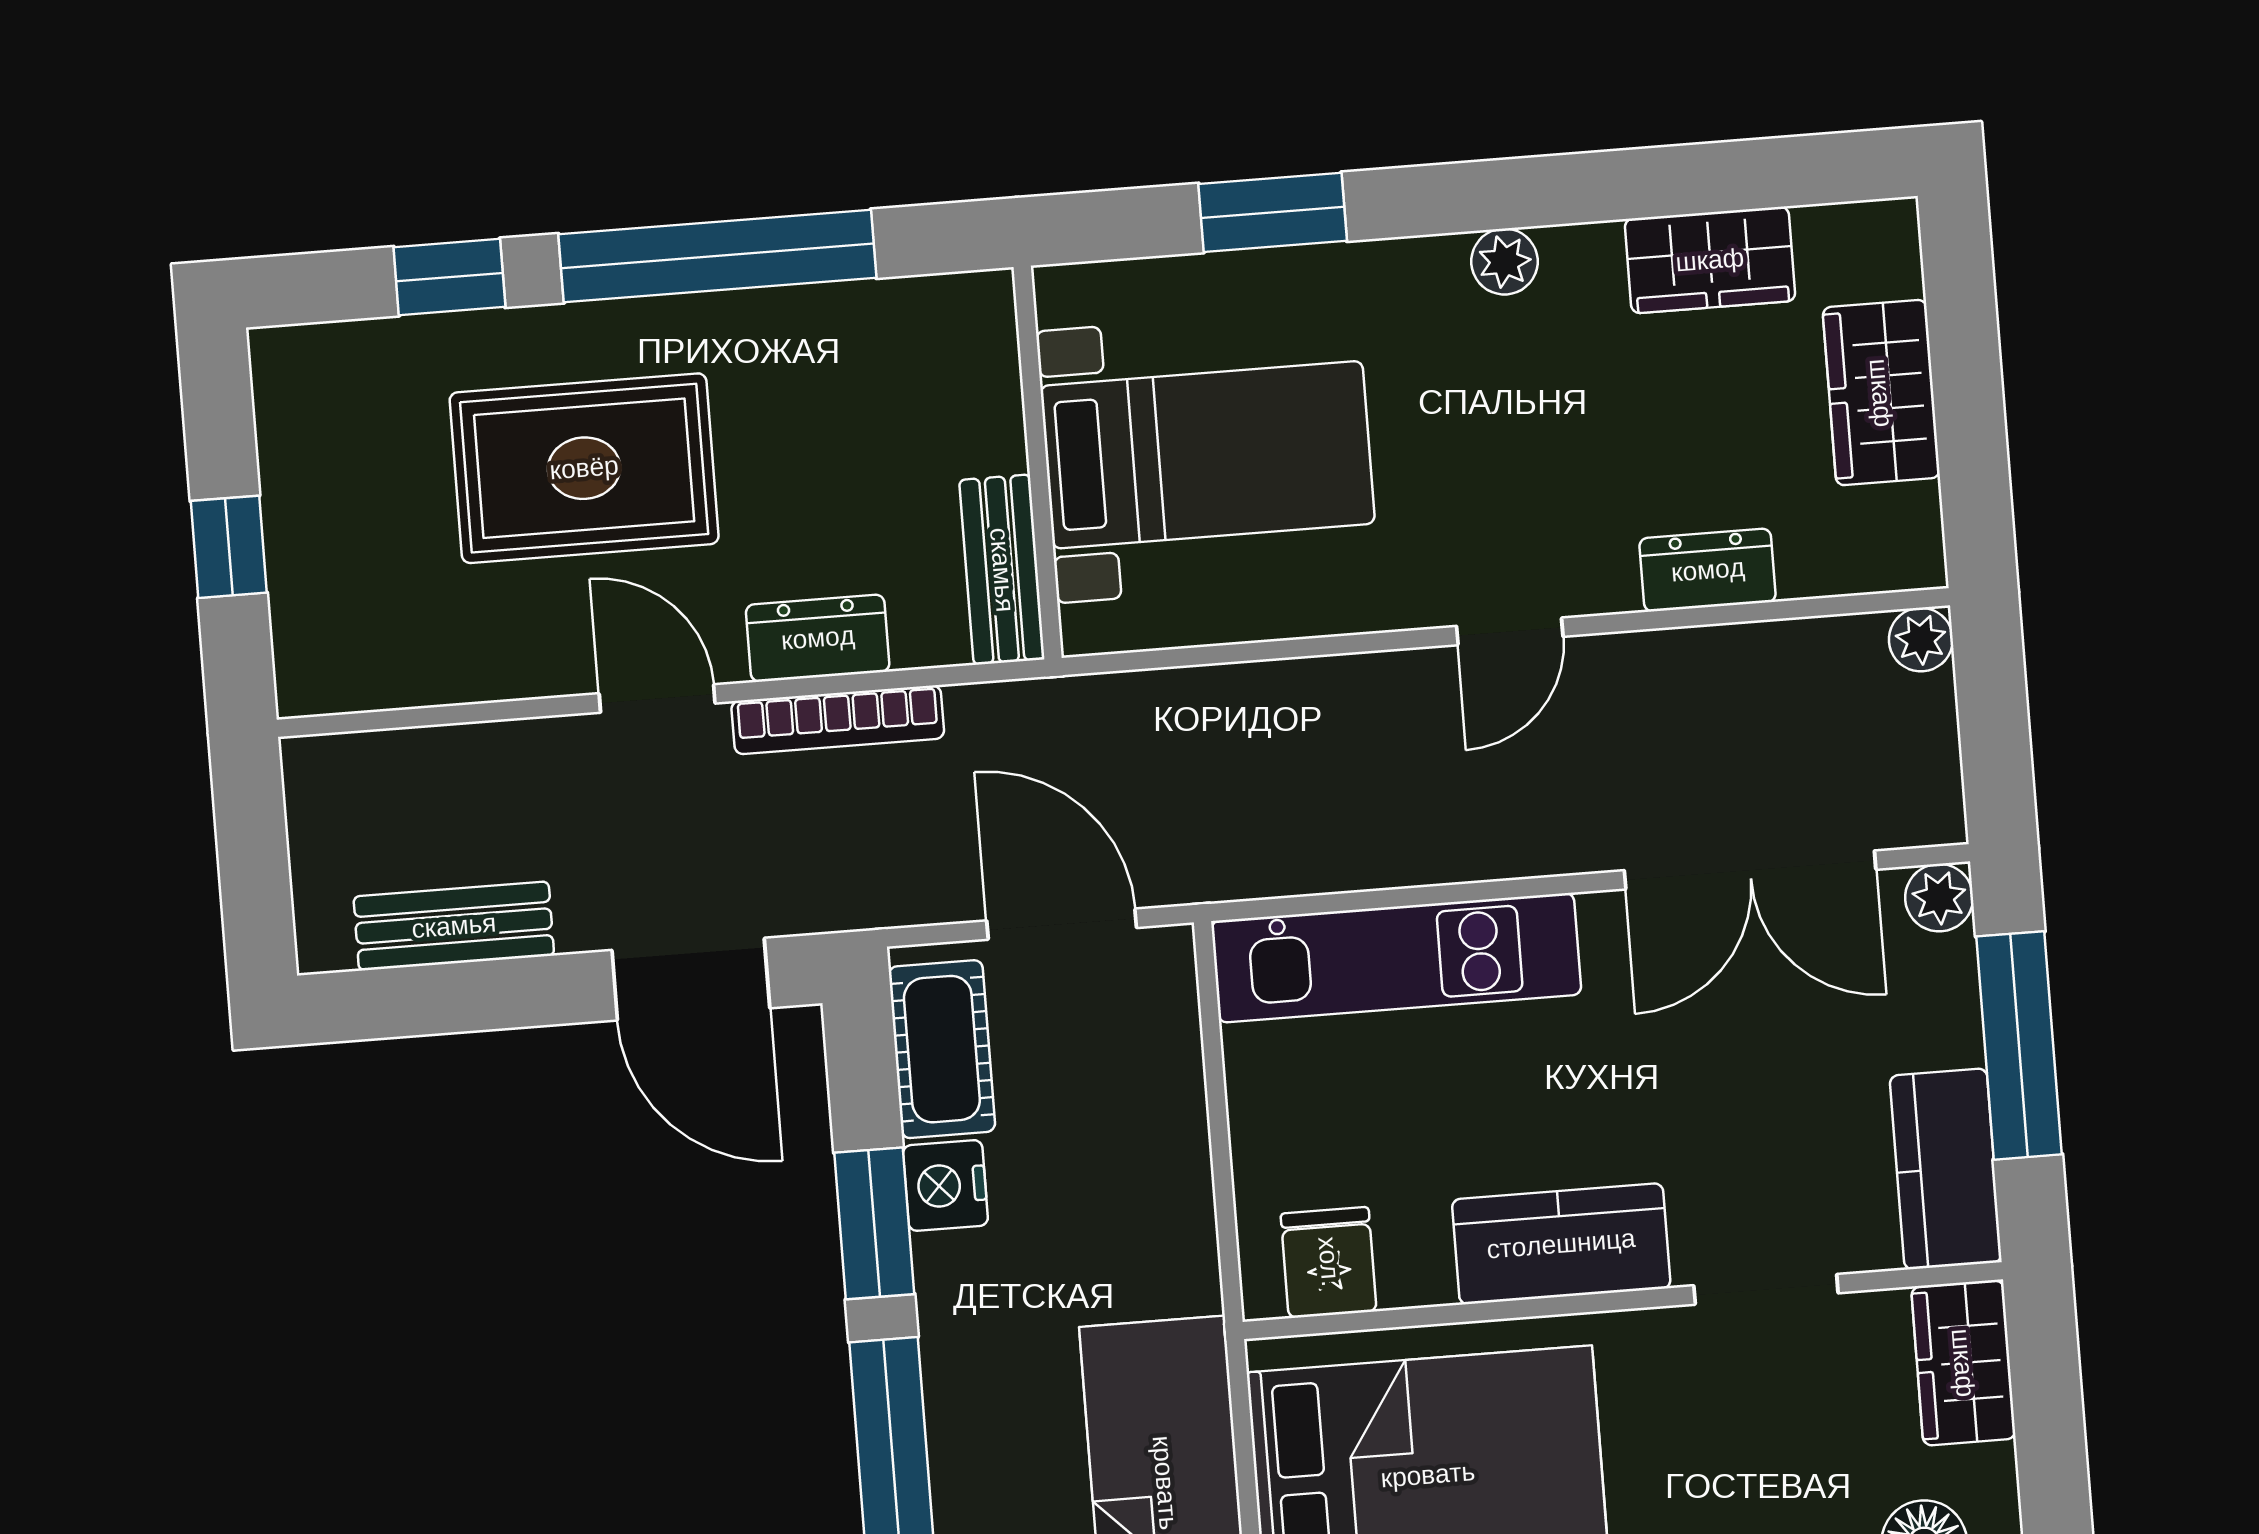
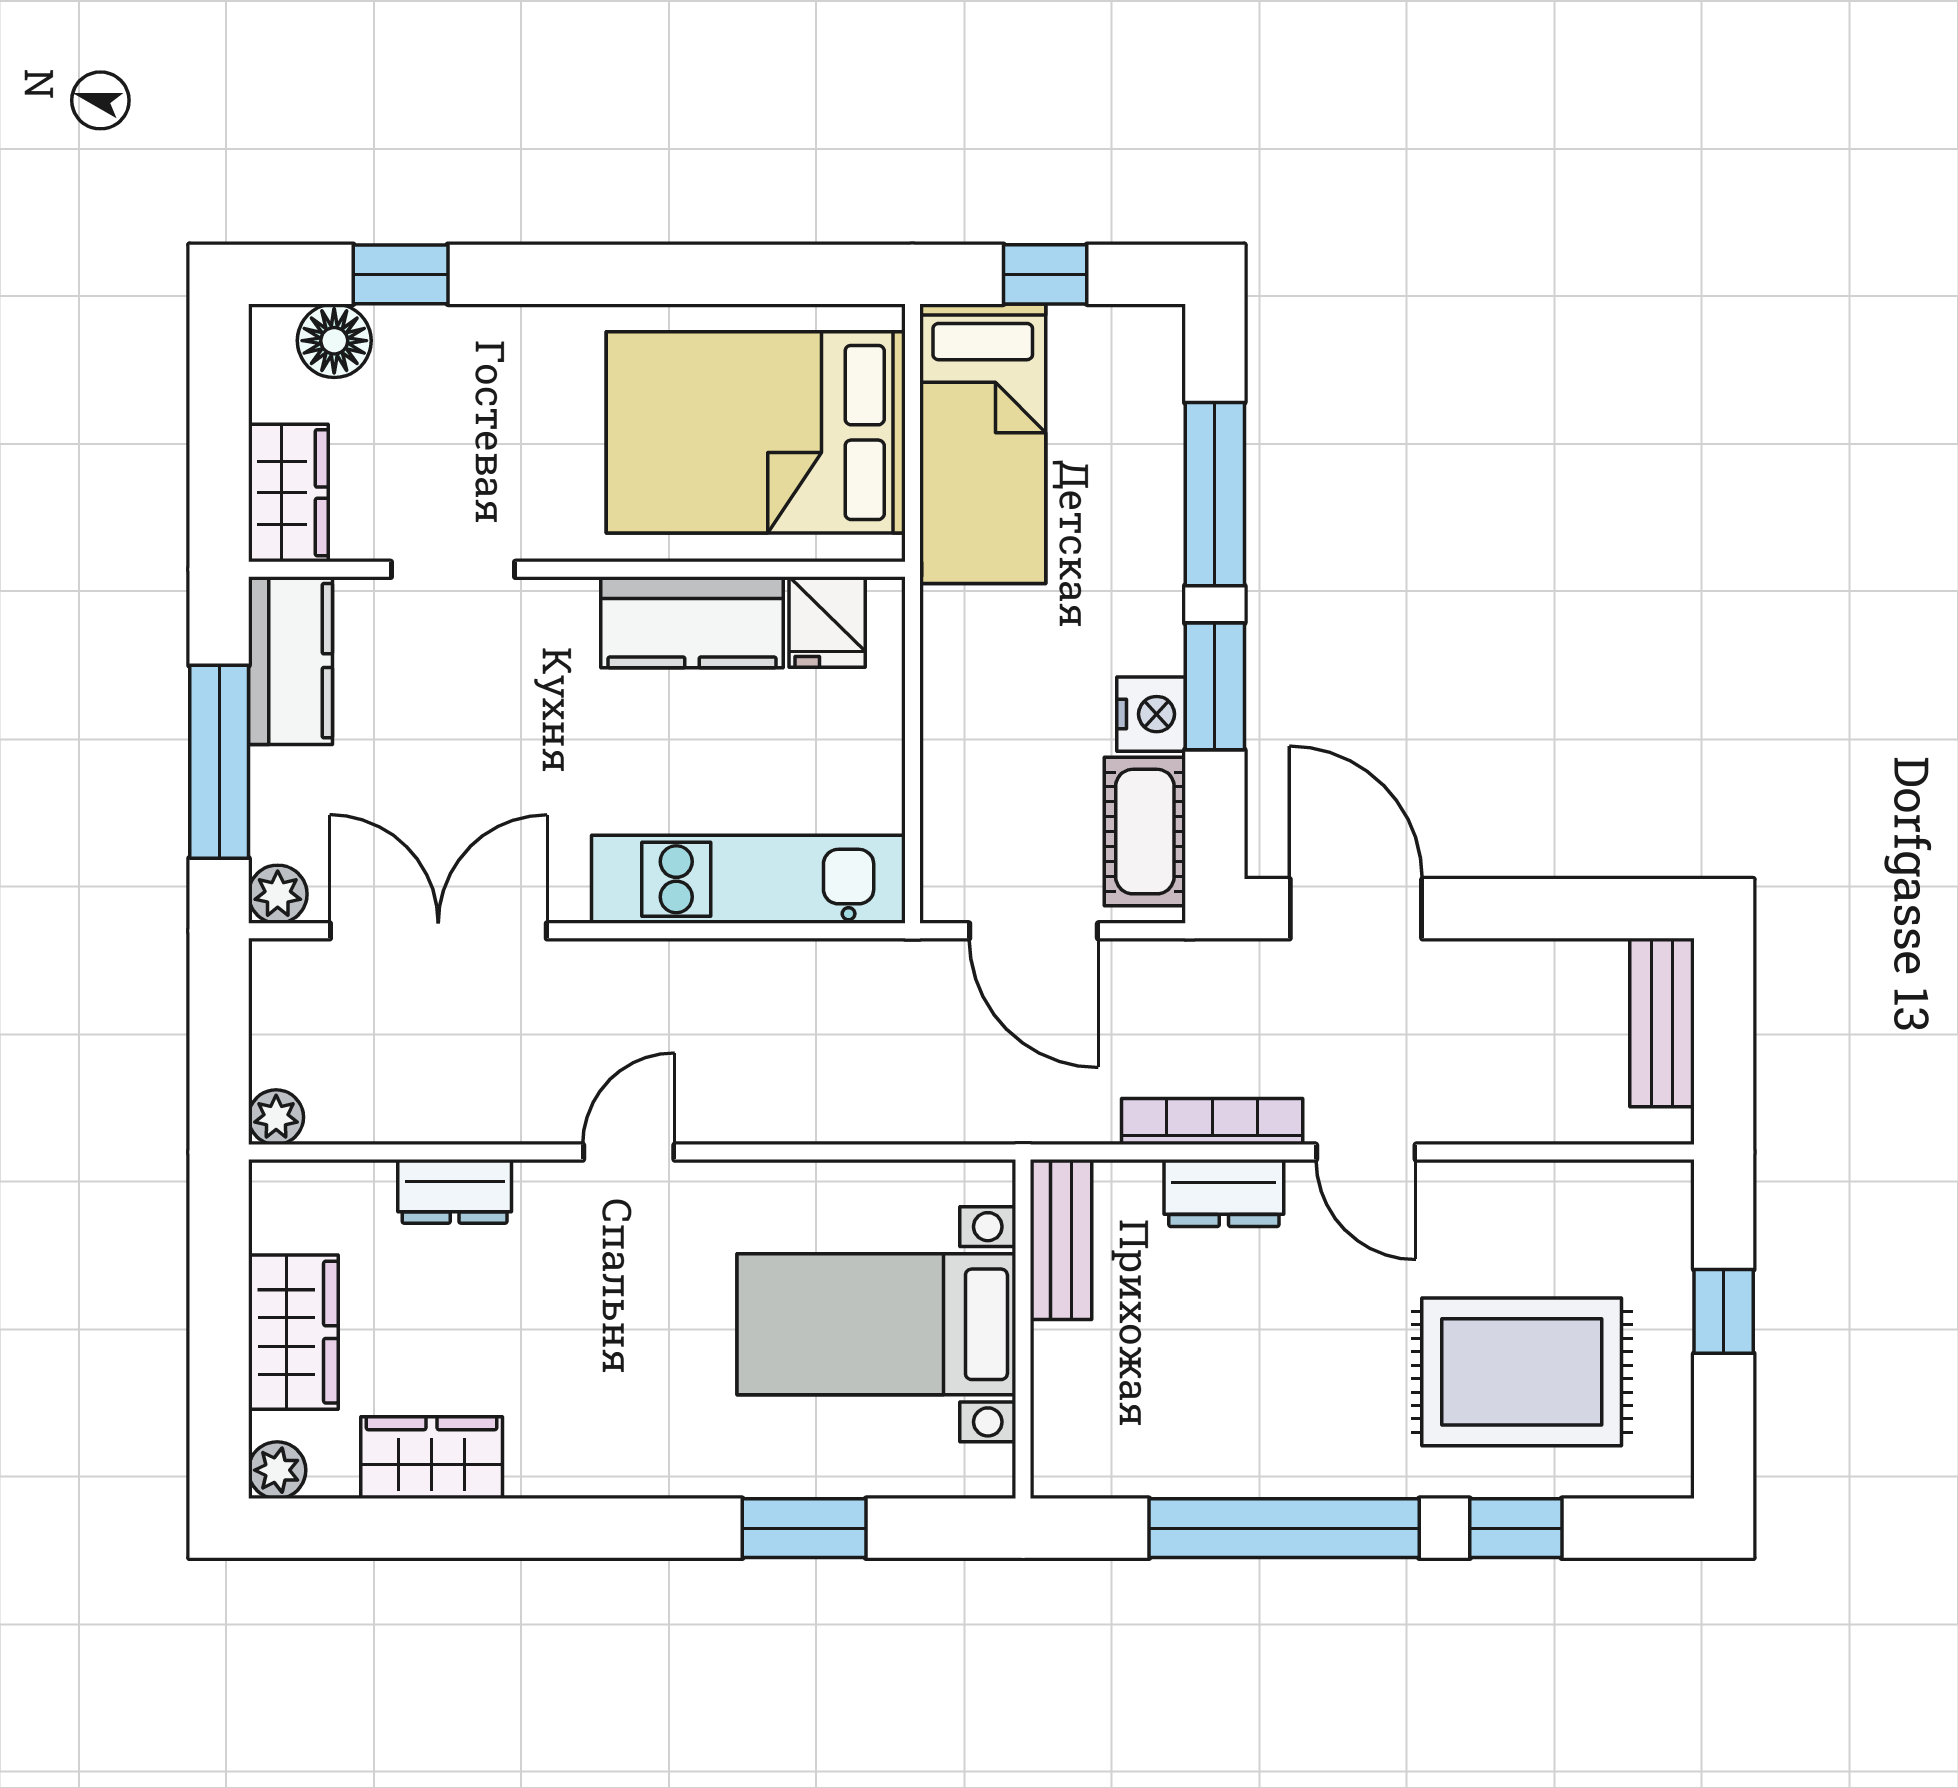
plant: (1504, 262) -> (277, 1470), moved
rug: (584, 468) -> (1522, 1372), moved
bench: (454, 926) -> (1662, 1022), moved, turned 90
kitchen counter: (1561, 1244) -> (692, 622), moved

